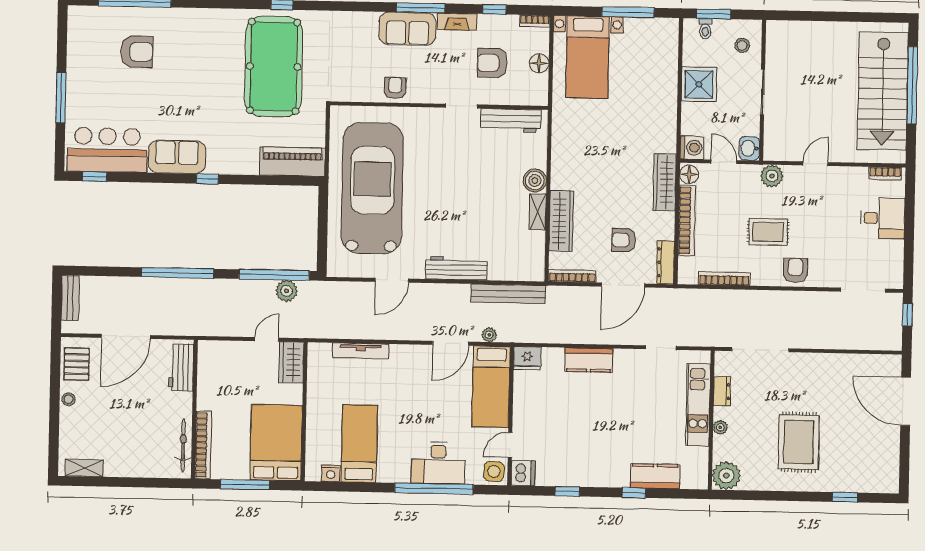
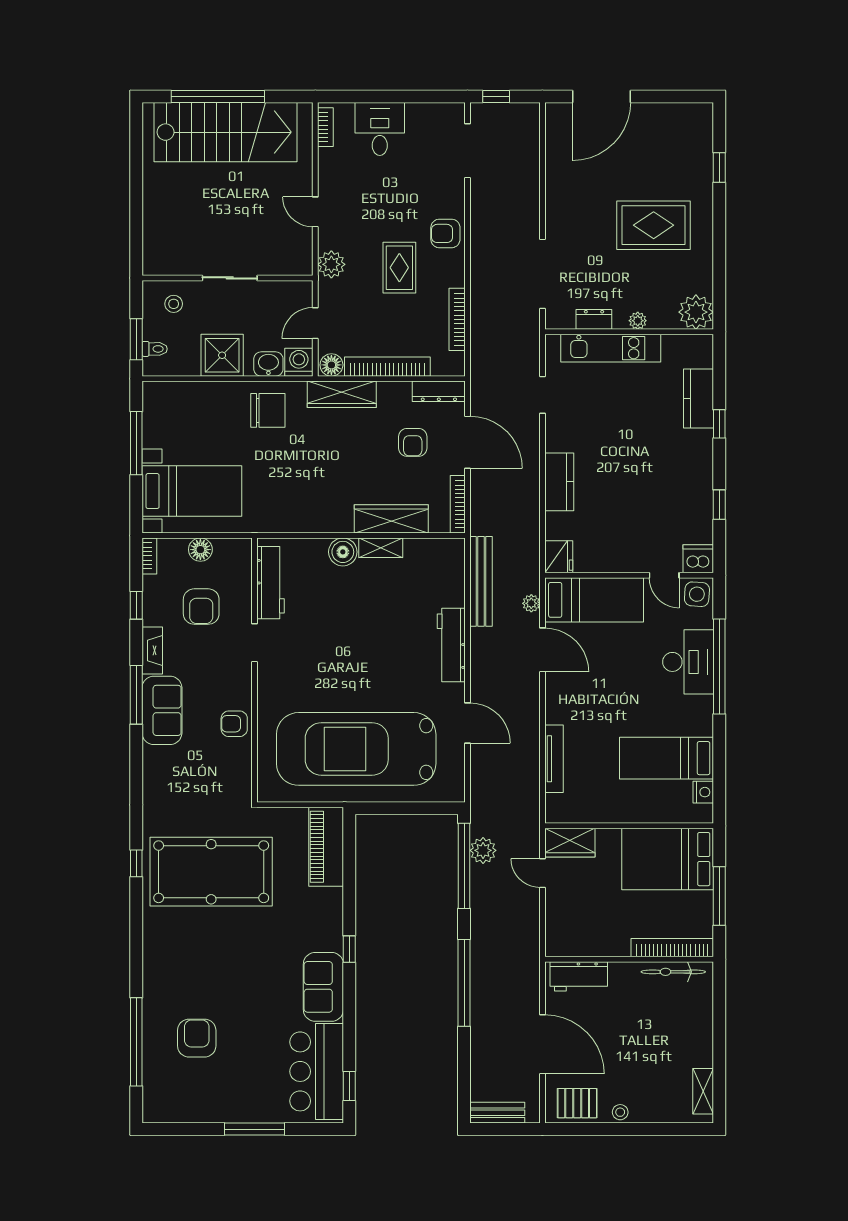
chair: (653, 121) -> (268, 410), added
washbasin: (749, 148) -> (268, 364), moved, turned 180

